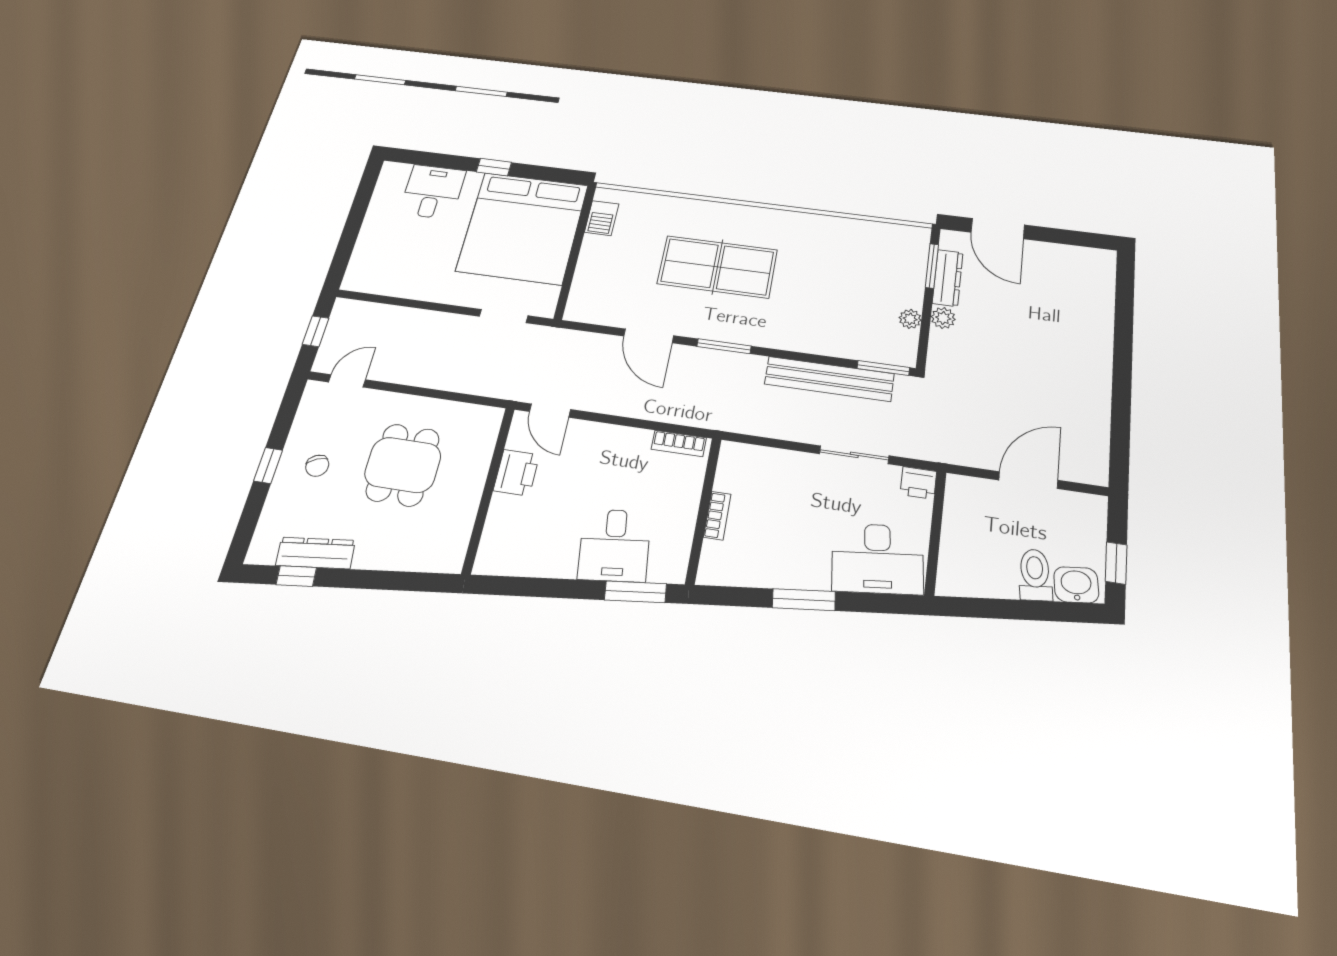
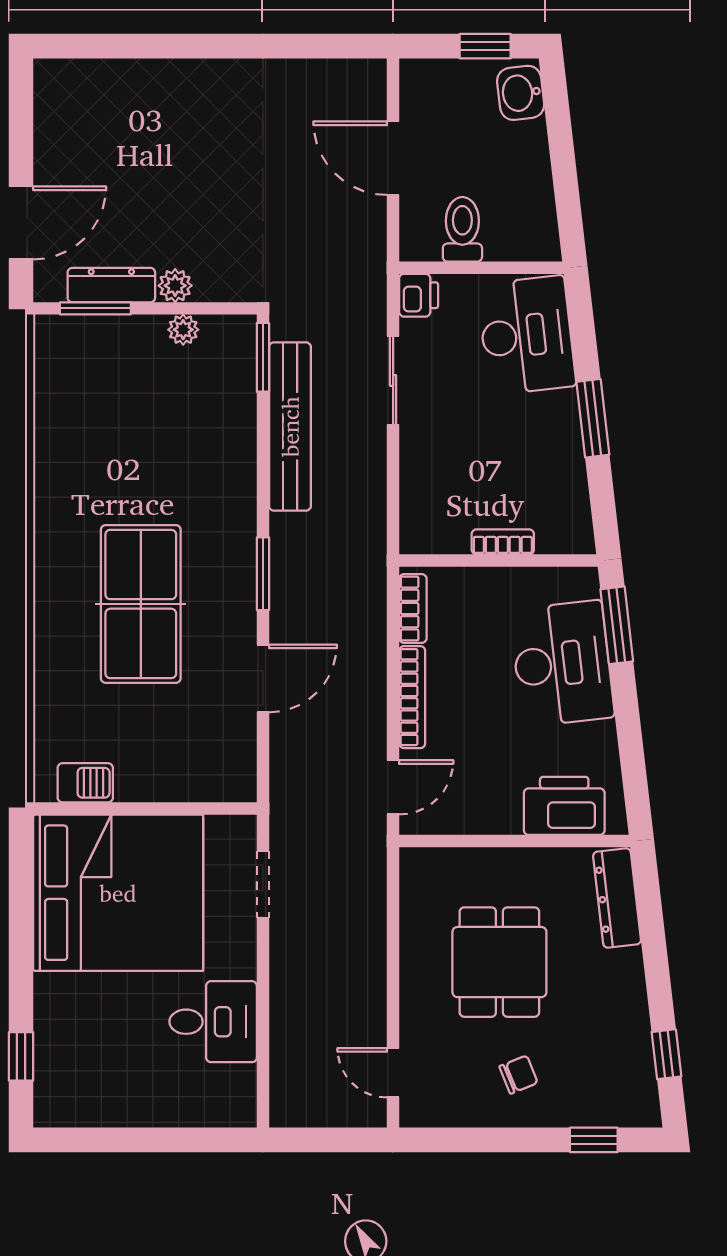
window: (494, 167) -> (21, 1056), moved
desk: (433, 192) -> (213, 1022), moved, turned 180
window: (316, 331) -> (326, 1140), removed
bookcase: (613, 433) -> (412, 697), added
dining table: (403, 465) -> (499, 962), turned 90
window: (268, 466) -> (594, 1140), moved
printer: (516, 473) -> (564, 806), moved, width x1.37, depth x1.19
desk: (615, 545) -> (562, 663), width x1.37
dresser: (315, 553) -> (617, 898), moved
toilet: (1035, 575) -> (462, 229), moved, turned 97

